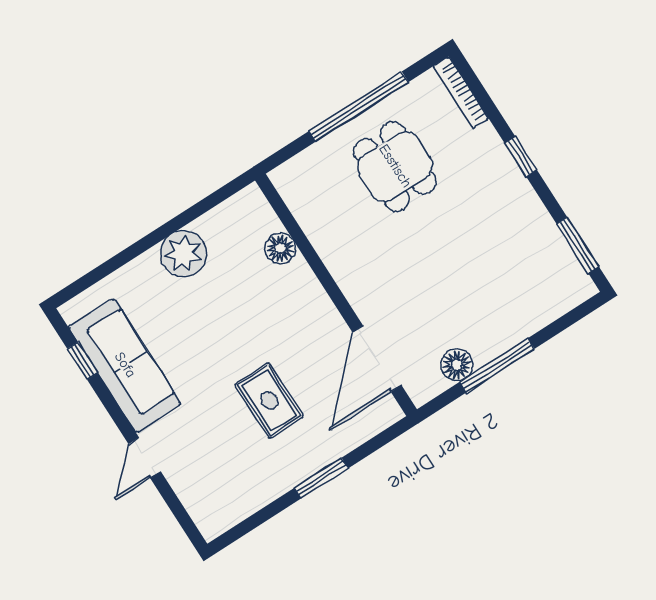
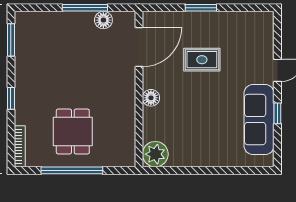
floor lamp: (280, 248) -> (151, 98), moved
plant: (184, 254) -> (155, 154), moved
window: (82, 361) -> (277, 113), moved
rug: (269, 401) -> (202, 60), turned 90

